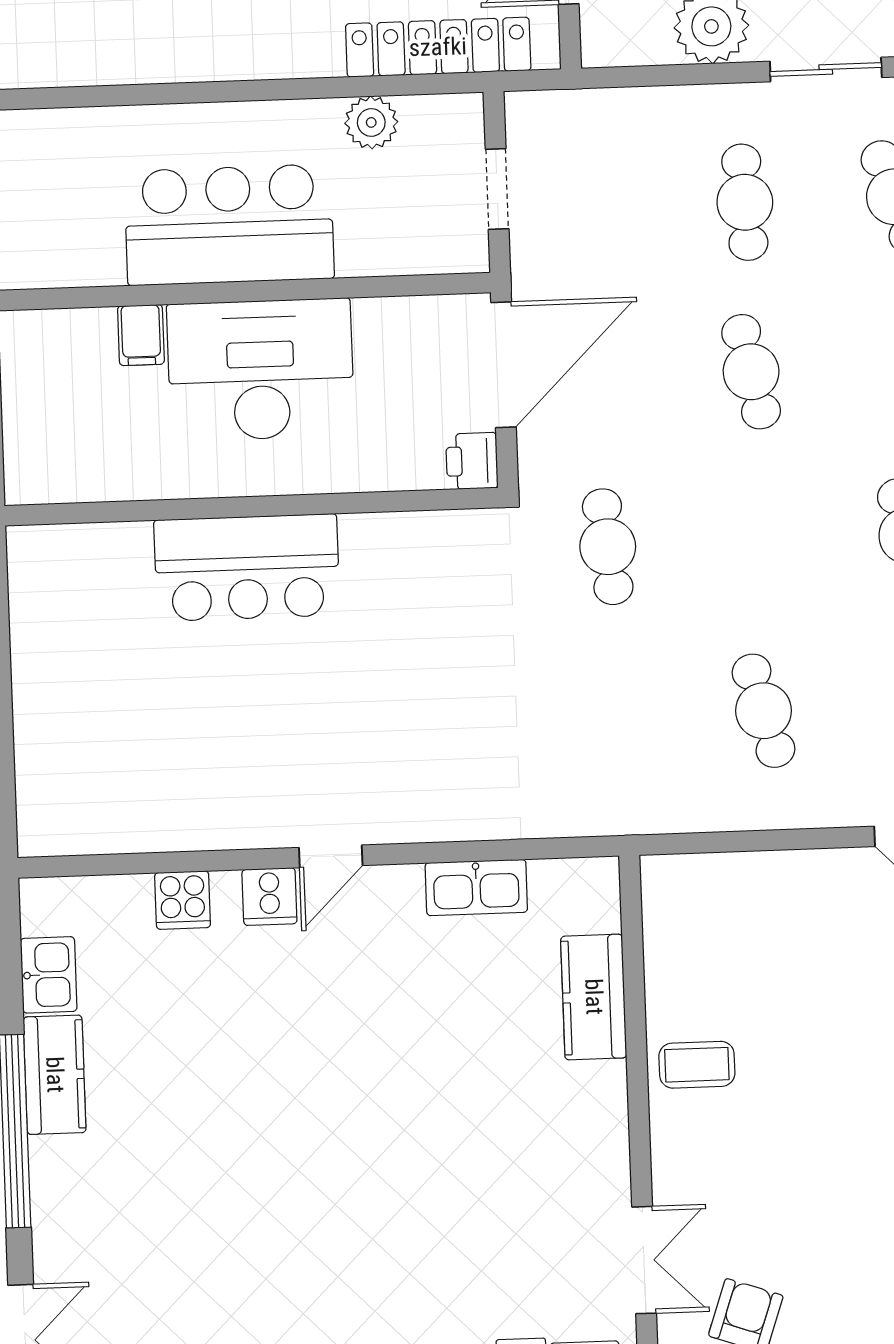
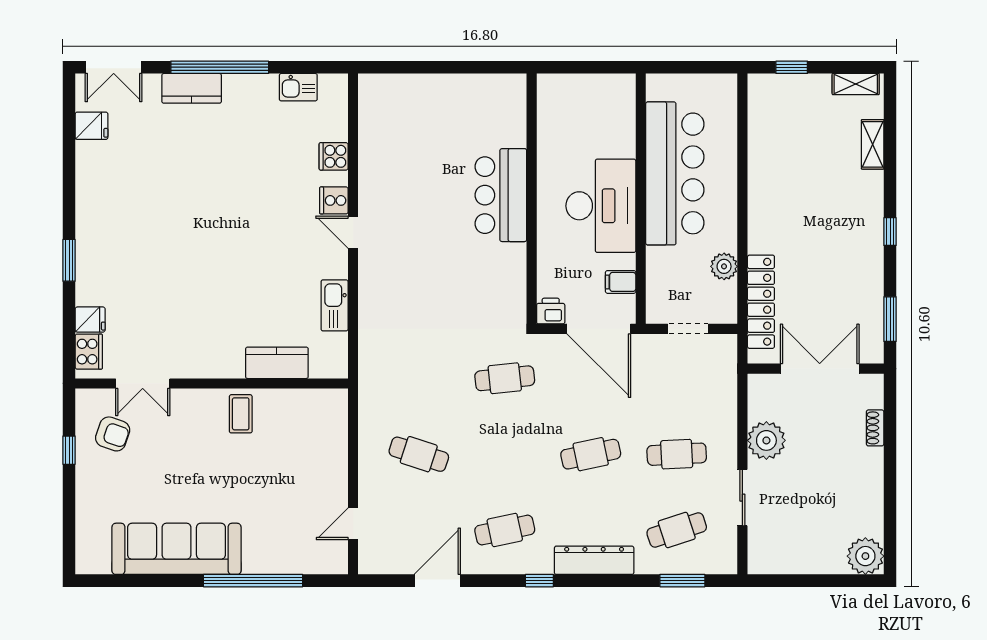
bar counter: (229, 225) -> (675, 173), width x1.36
filing cabinet: (141, 335) -> (621, 282), moved
cafe table: (763, 711) -> (419, 454), turned 33
kitchen counter: (55, 1075) -> (192, 88), moved

